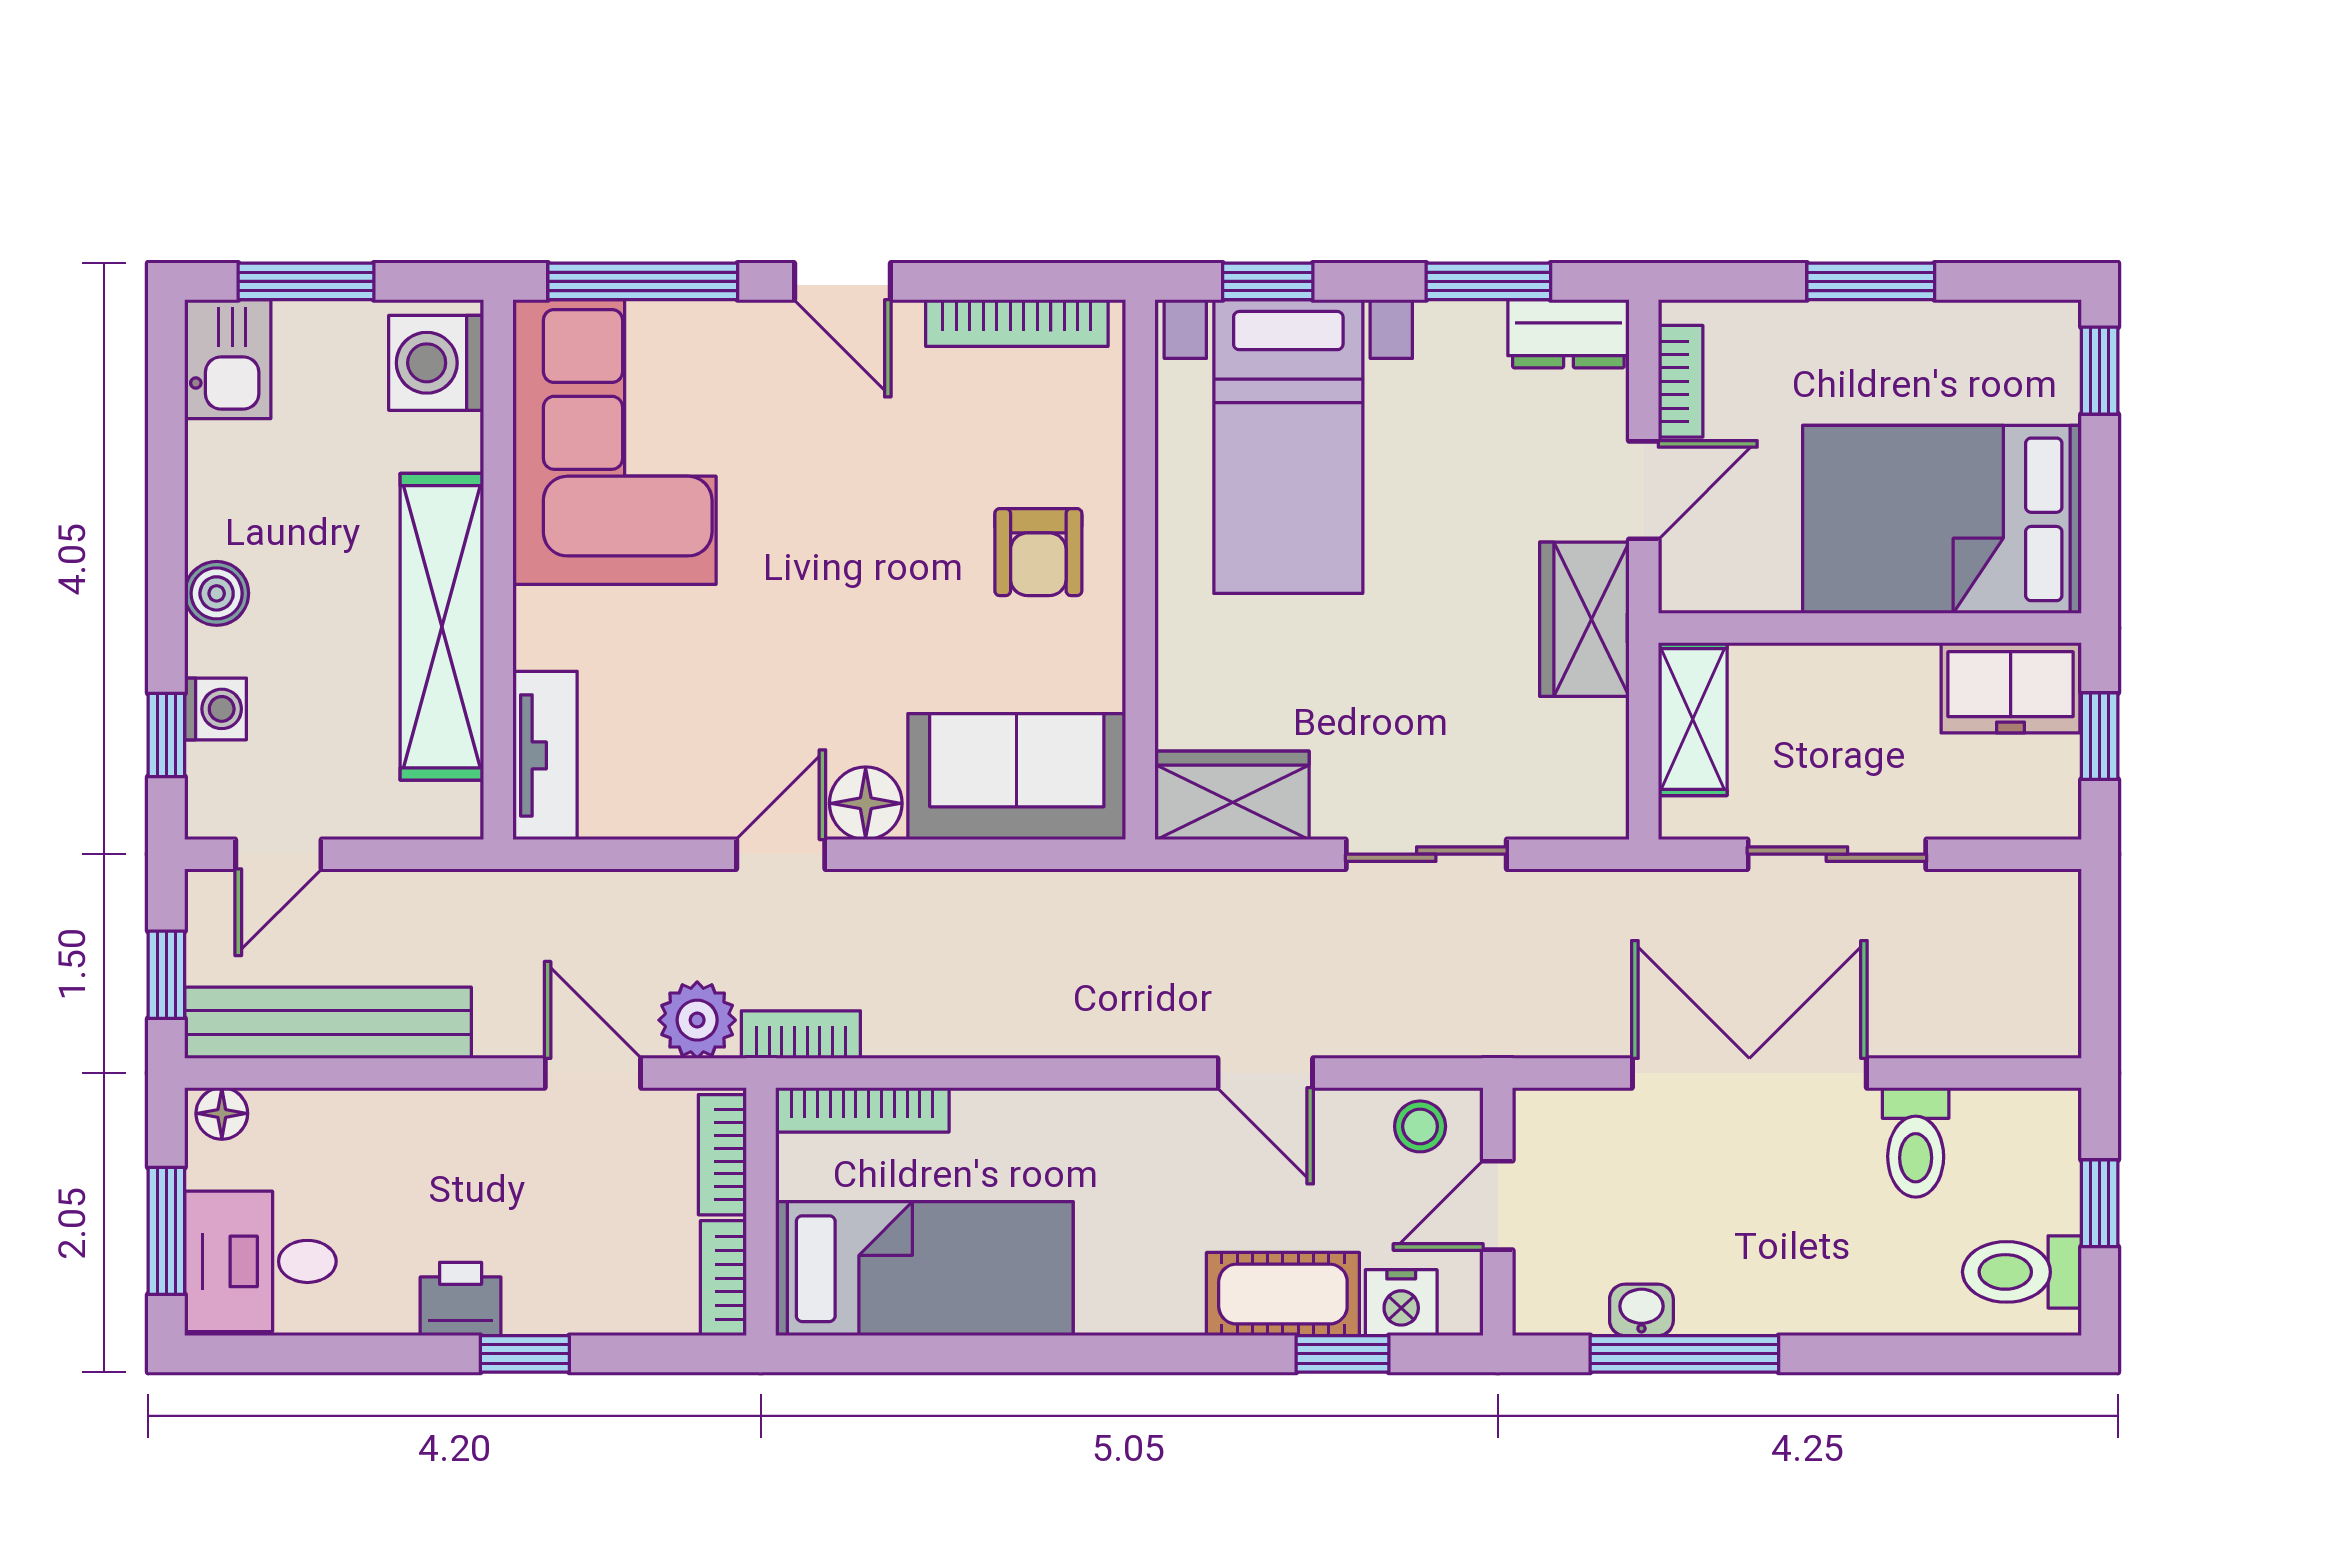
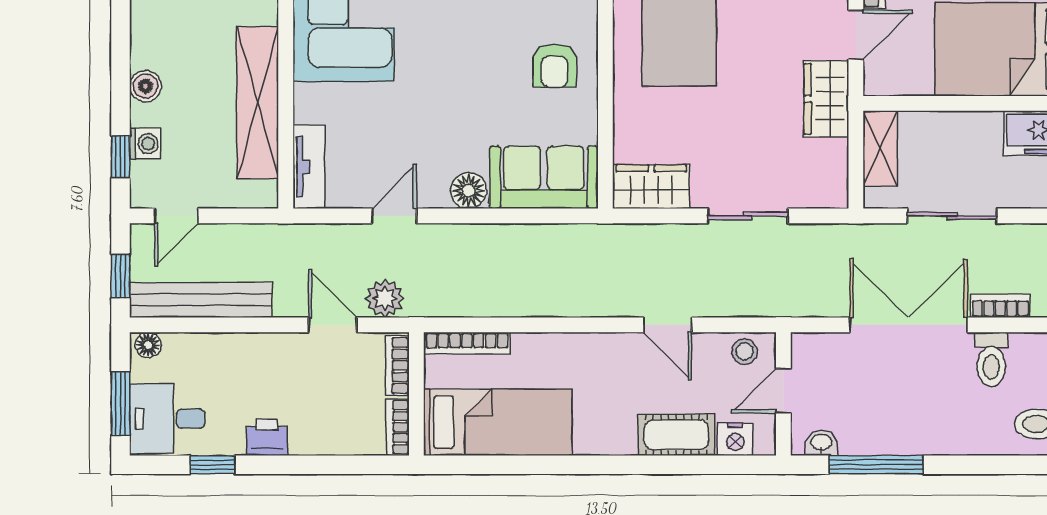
door: (781, 854) -> (394, 216), moved
bookcase: (801, 1035) -> (1000, 306), moved
washbasin: (1641, 1310) -> (821, 443), moved
window: (525, 1354) -> (213, 465), moved
window: (1342, 1354) -> (706, 465), removed

